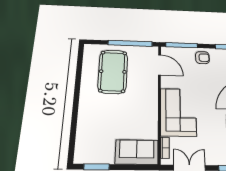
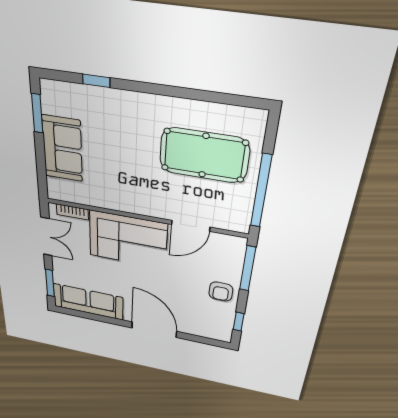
door: (160, 65) -> (191, 226), moved
window: (73, 129) -> (96, 81), added
sofa: (137, 152) -> (62, 149), moved

